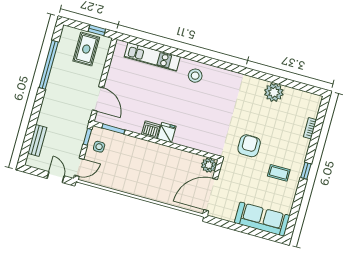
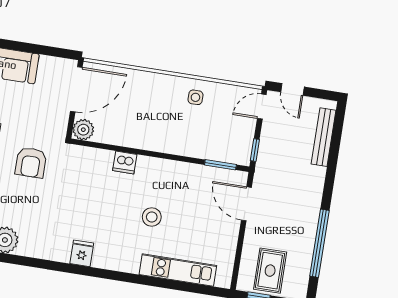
stool: (195, 76) -> (152, 217), moved
dishwasher: (151, 130) -> (125, 163), moved
fridge: (167, 133) -> (82, 253), moved, turned 180
bench: (37, 140) -> (324, 137), width x1.36
side table: (99, 147) -> (195, 97), moved

